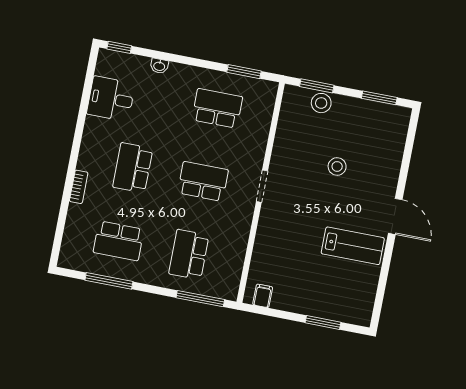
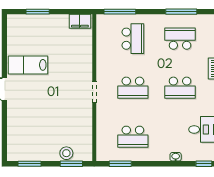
stool: (337, 167) -> (48, 114), removed
school desk: (133, 168) -> (180, 88), turned 90
filing cabinet: (263, 296) -> (80, 21), width x2.00

